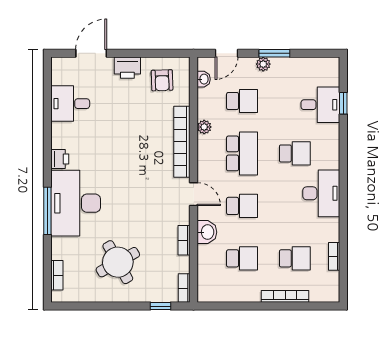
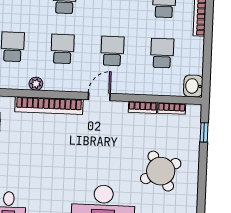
school desk: (242, 153) -> (62, 49), width x0.54
washbasin: (207, 232) -> (193, 86), moved, turned -90
bookcase: (184, 288) -> (172, 108), moved

